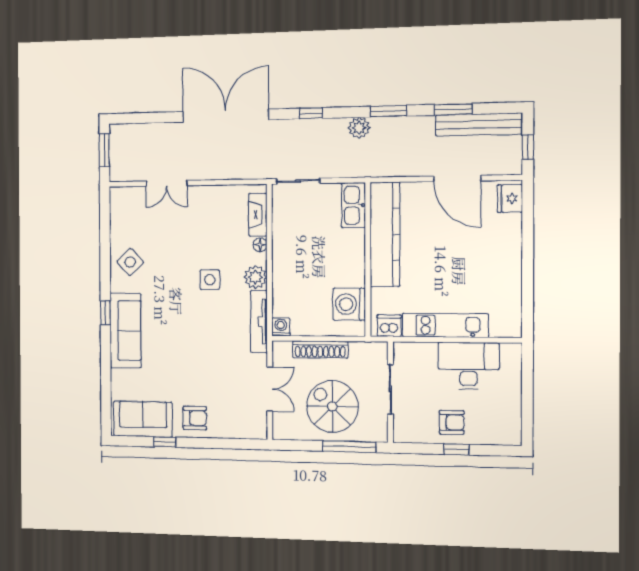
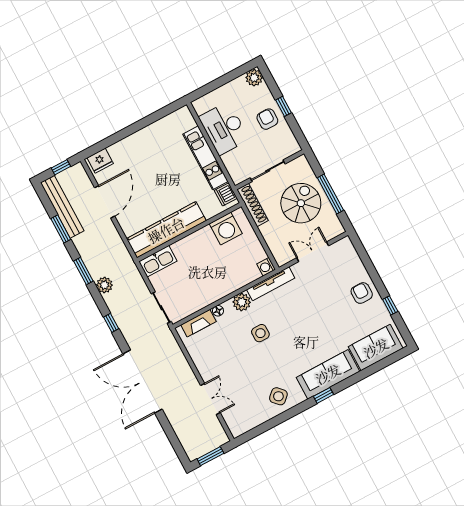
shoe rack: (320, 350) -> (253, 205), moved
spiral stairs: (332, 406) -> (301, 203), turned 180
sofa: (143, 419) -> (376, 348), moved, turned 90
plant: (510, 434) -> (254, 78), added
window: (349, 447) -> (330, 194), moved

